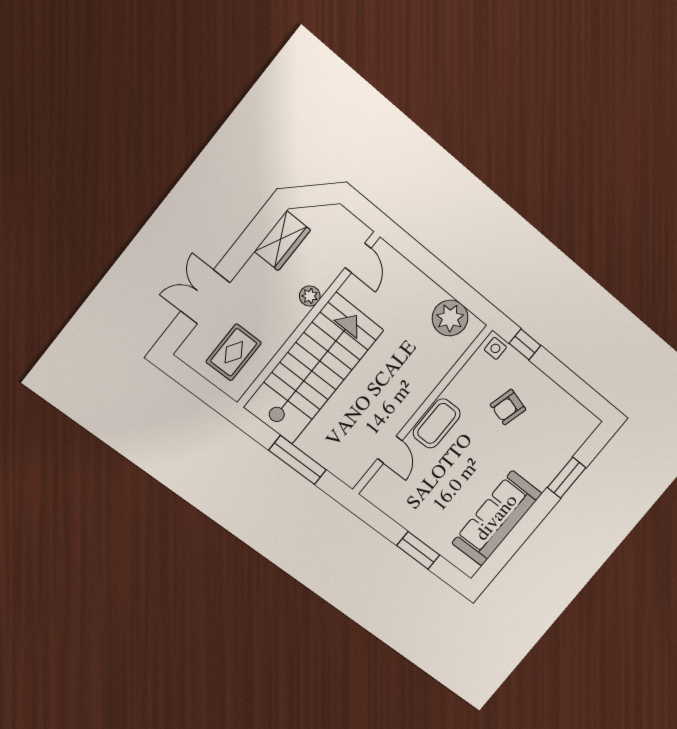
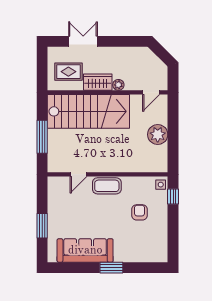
wardrobe: (282, 241) -> (98, 82), moved, turned 180
plant: (450, 318) -> (158, 135), moved
armchair: (508, 407) -> (139, 212), turned 75
window: (567, 478) -> (111, 268), moved

